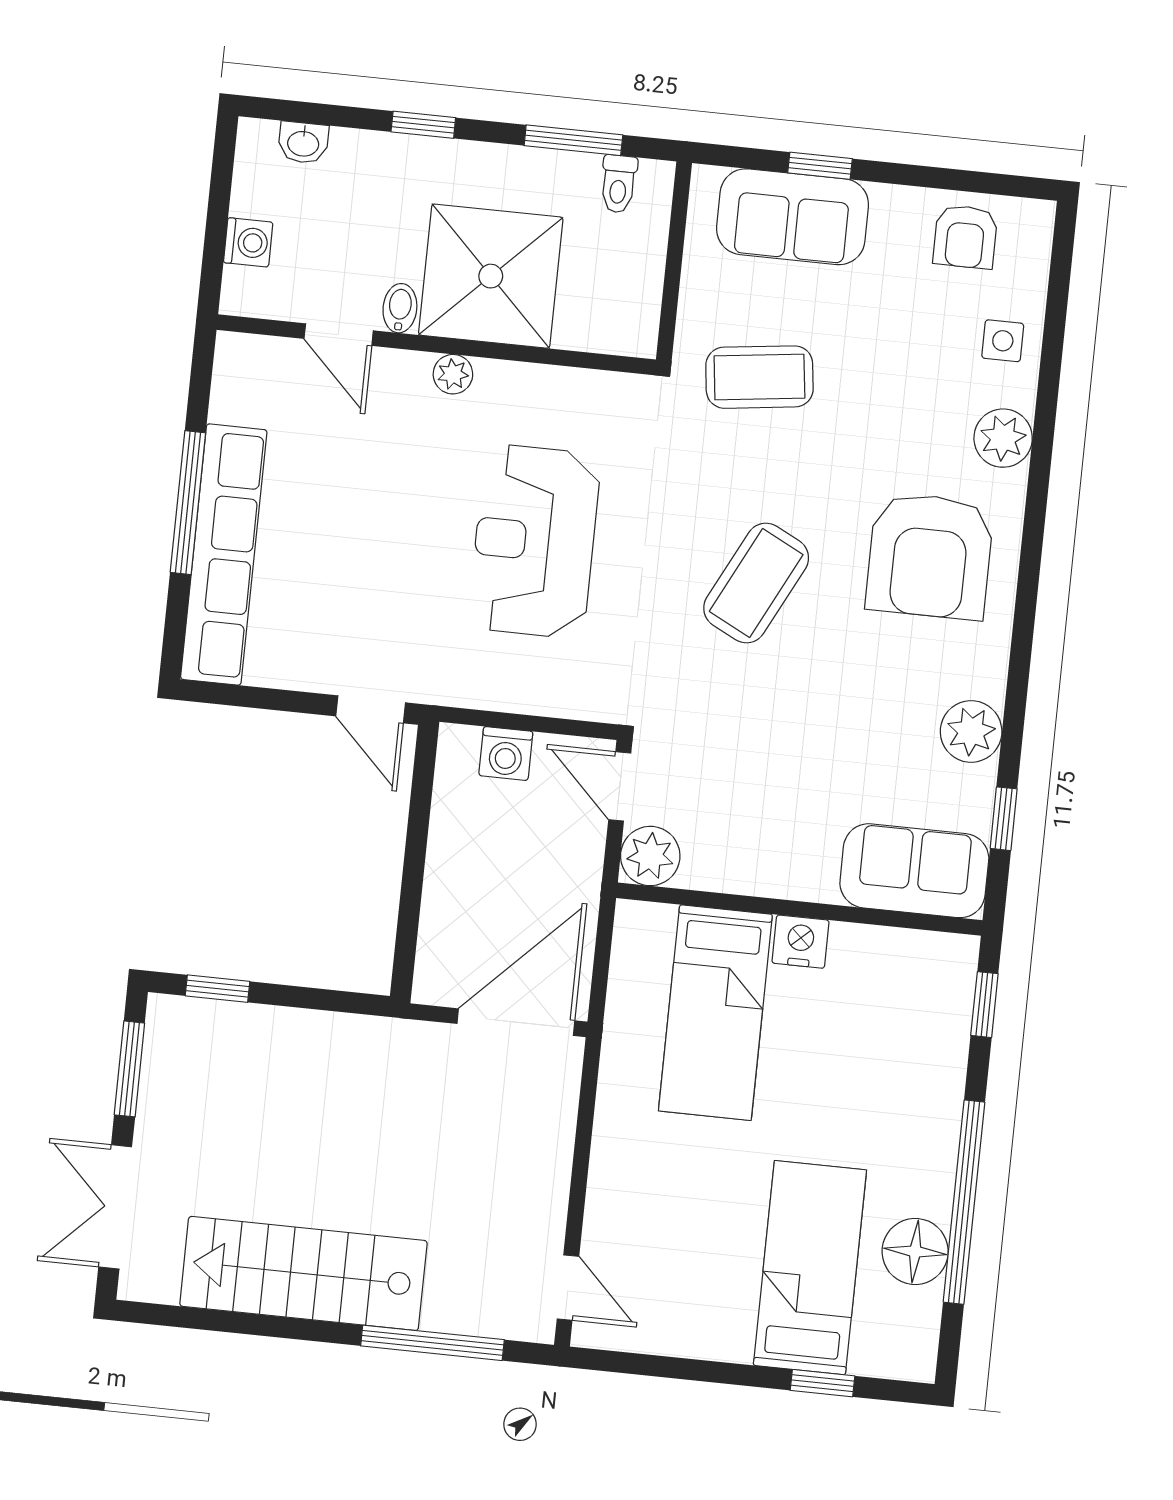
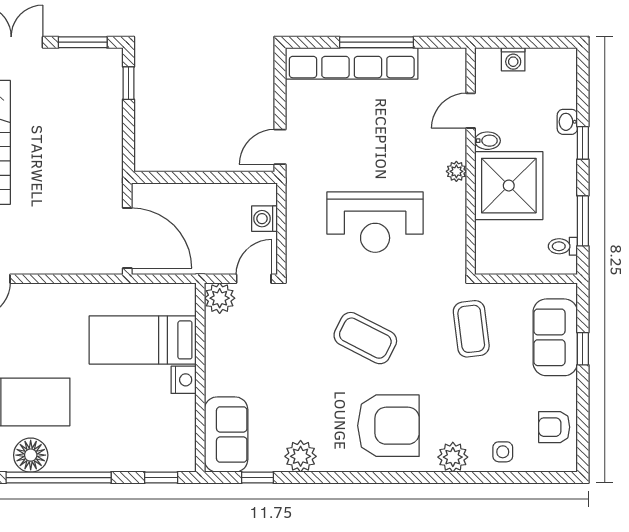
washbasin: (303, 143) -> (567, 122), moved
reception desk: (534, 541) -> (375, 222), turned 180
armchair: (930, 556) -> (388, 426), turned 180

